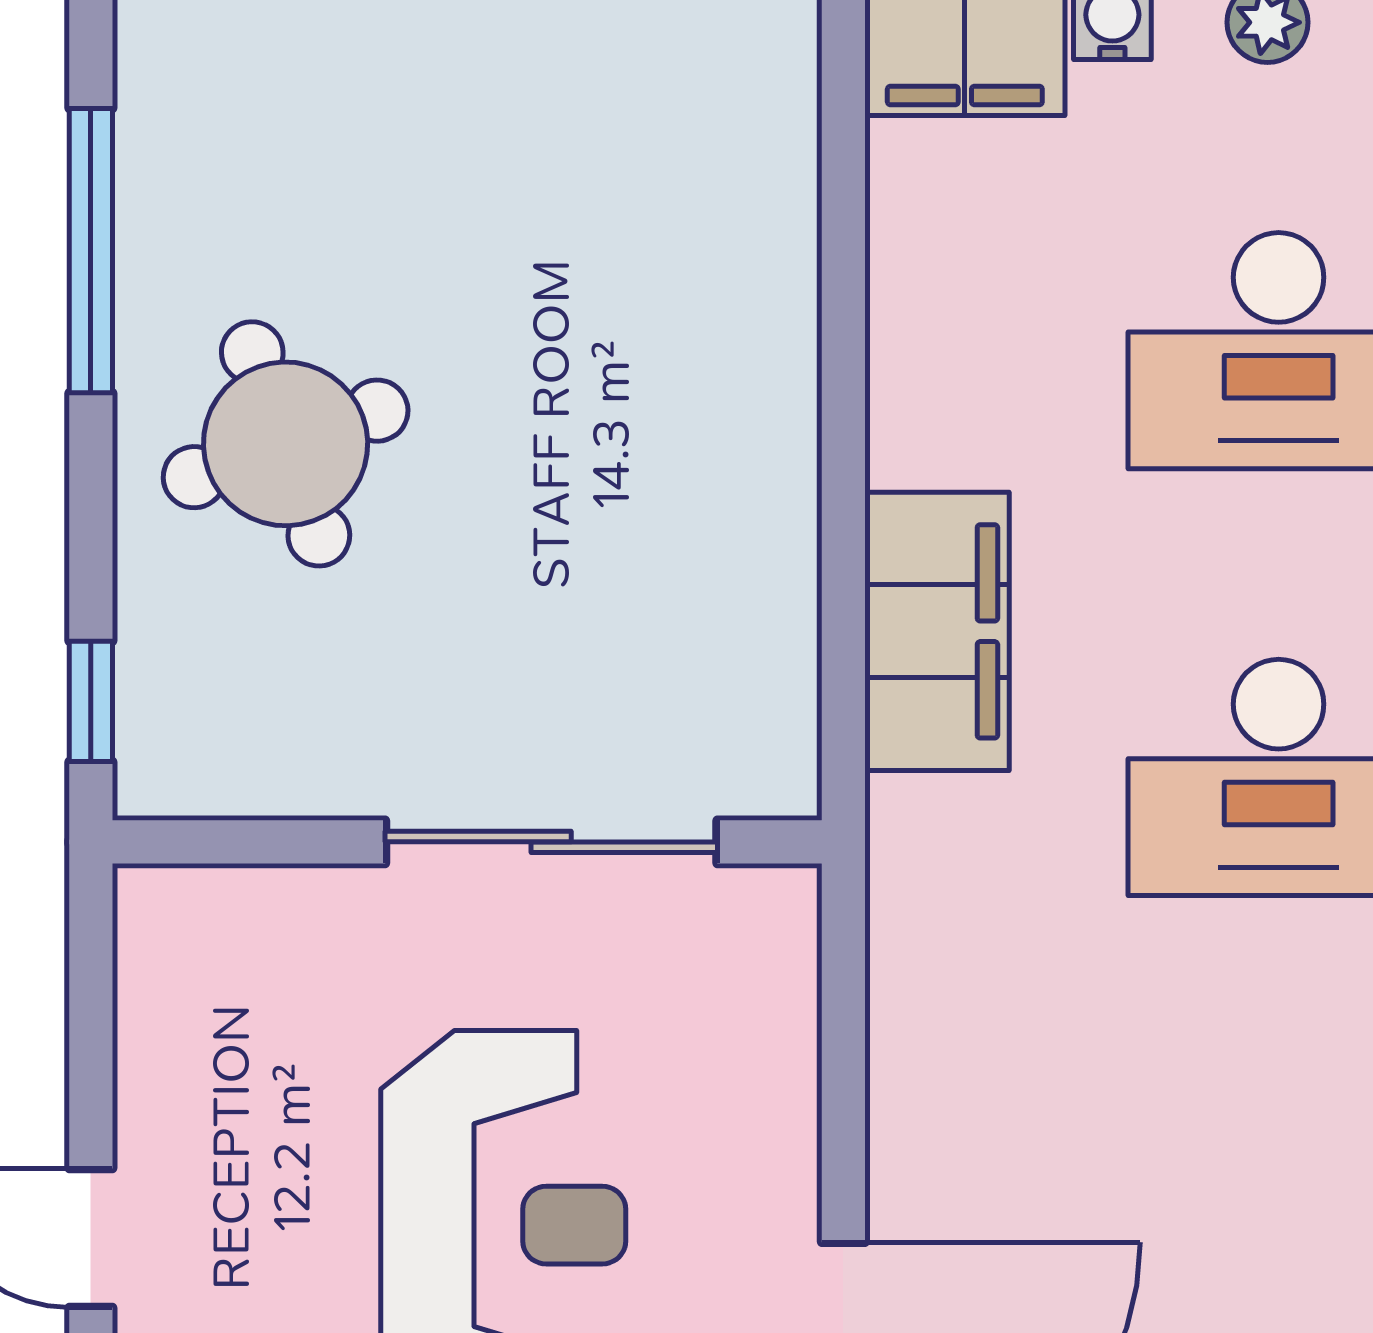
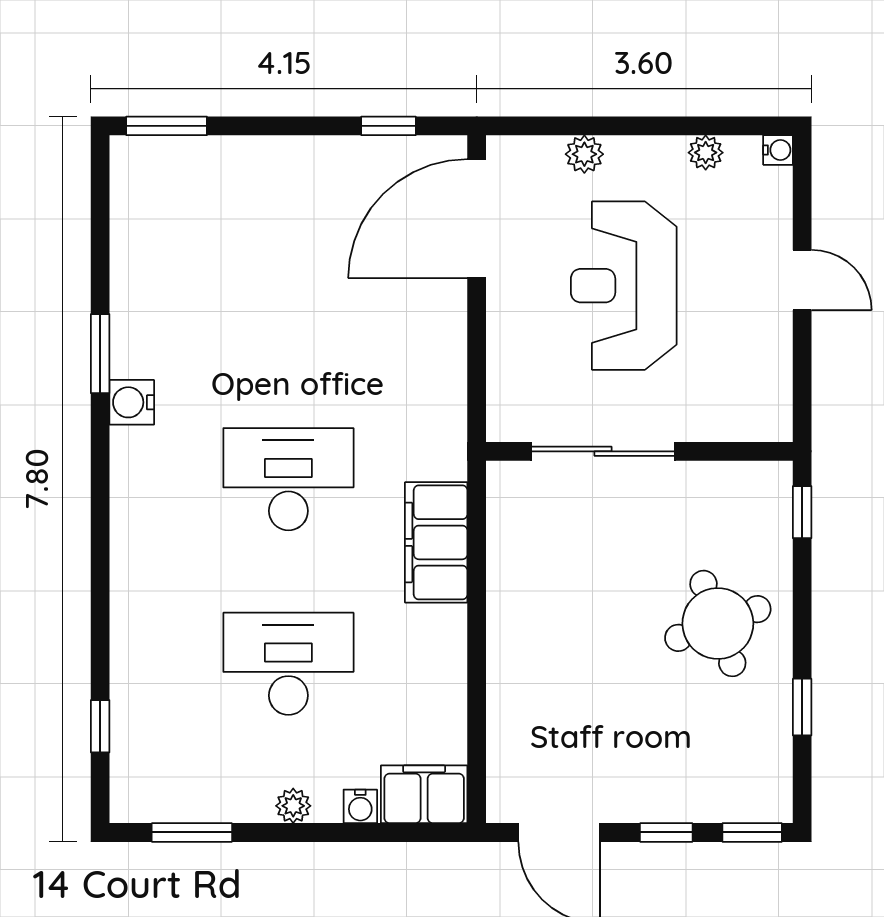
window: (91, 251) -> (802, 707), width x0.46

